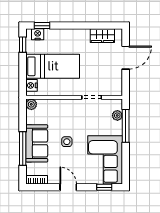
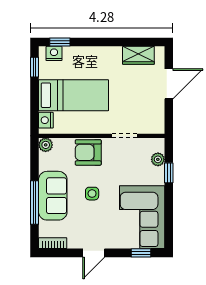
armchair: (64, 110) -> (88, 152), added
window: (126, 126) -> (169, 173), width x0.46
door: (68, 187) -> (94, 253), swing flipped

